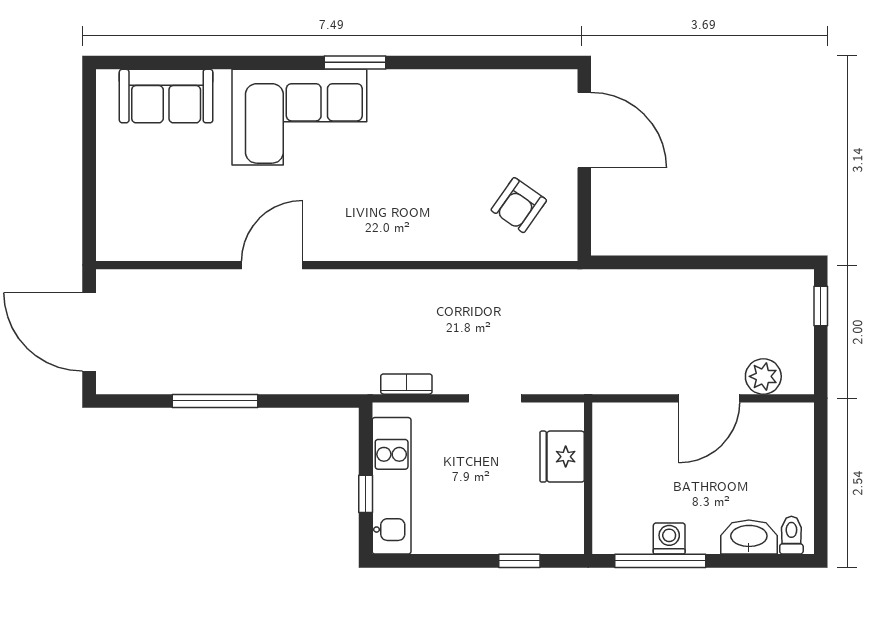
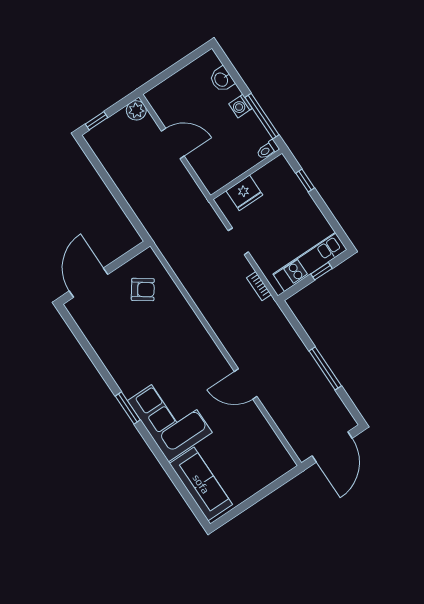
sofa: (166, 96) -> (201, 484), width x1.36
plant: (763, 376) -> (136, 110), moved
toilet: (791, 535) -> (268, 150), moved
washbasin: (749, 537) -> (222, 79), width x0.72
washing machine: (669, 538) -> (241, 106), moved

